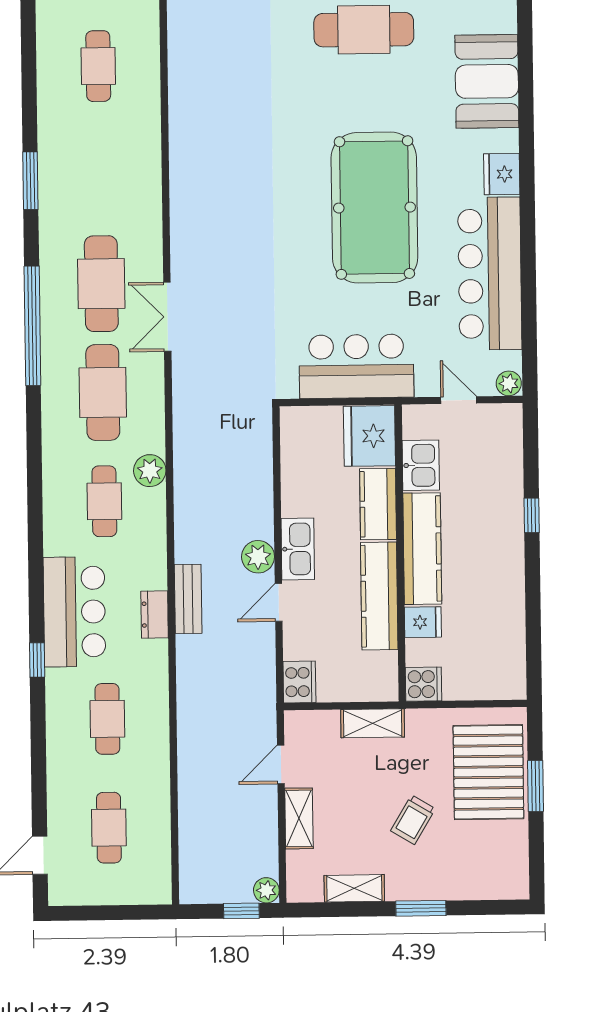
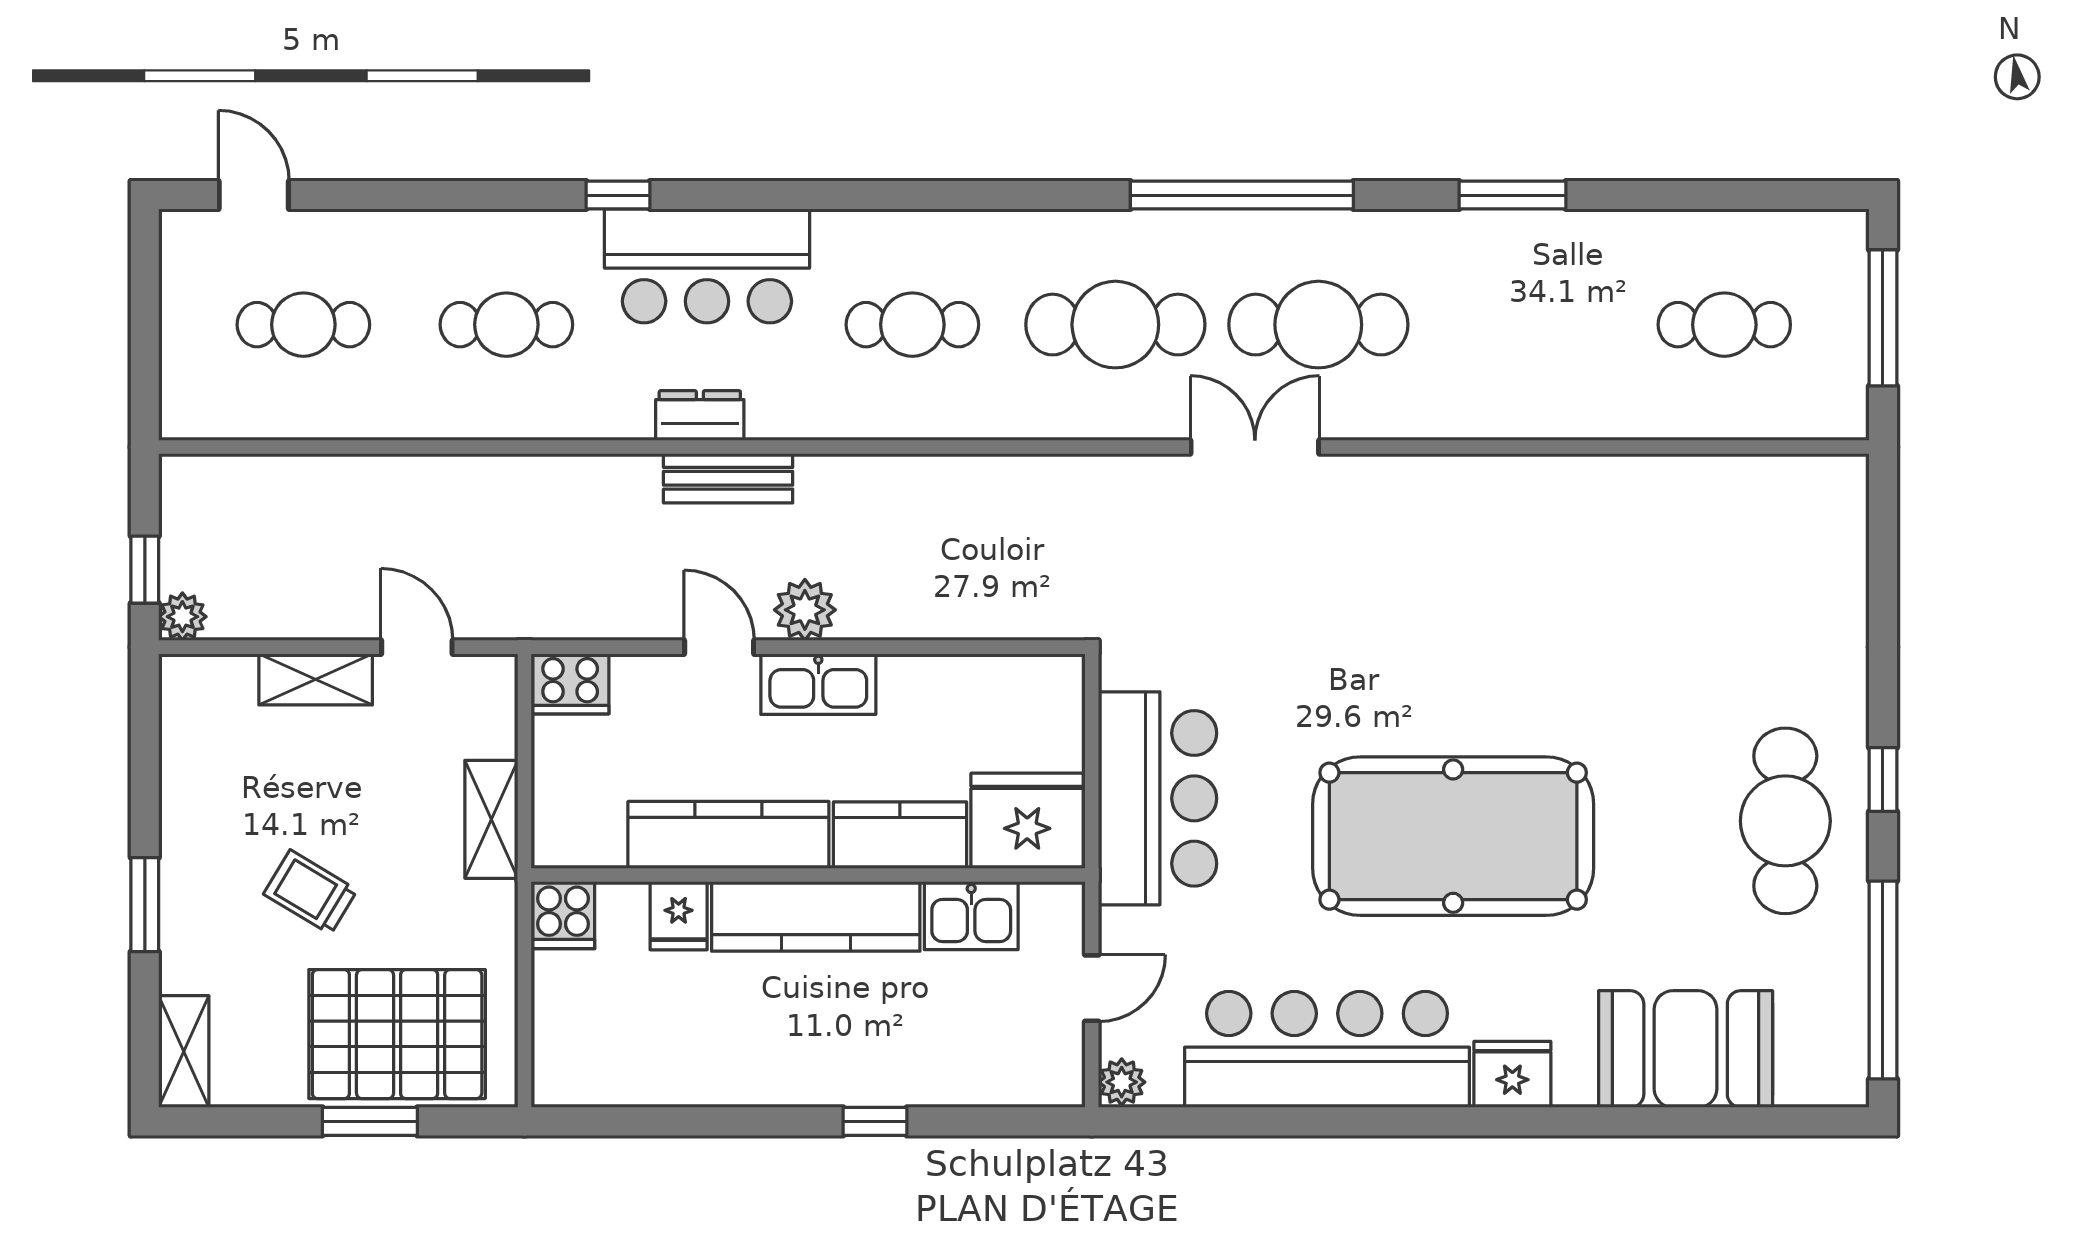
plant: (150, 471) -> (968, 410), removed
shelving: (354, 888) -> (184, 1052), moved

